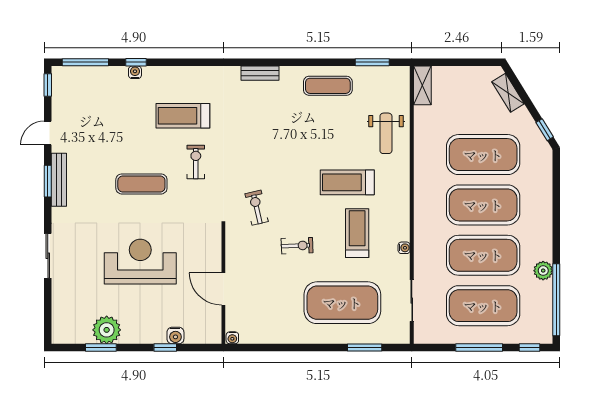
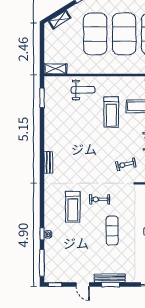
exercise mat: (328, 86) -> (56, 123), removed

